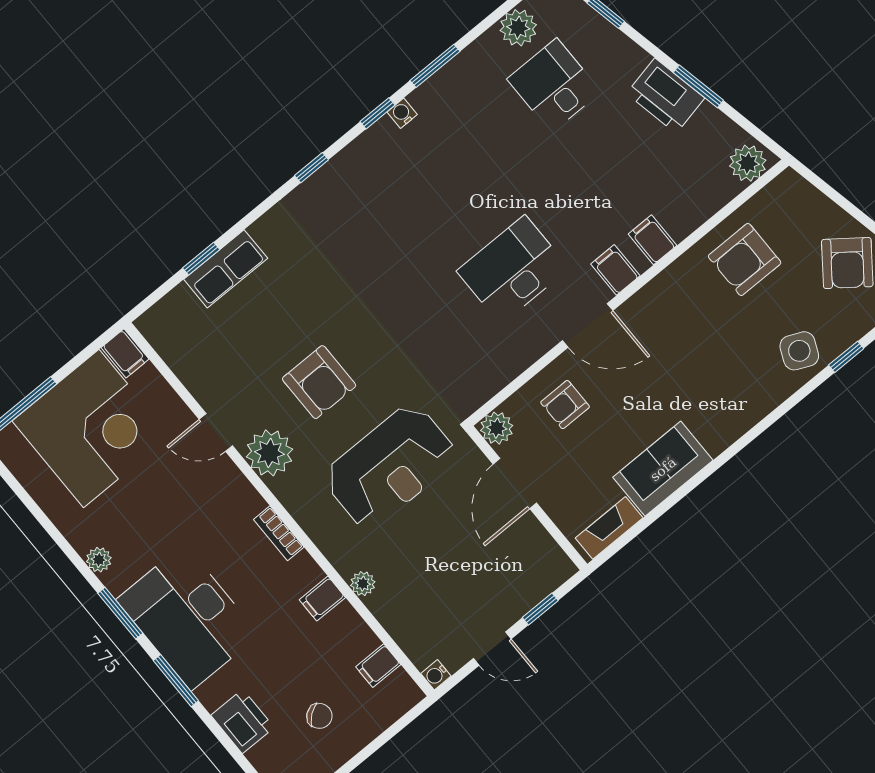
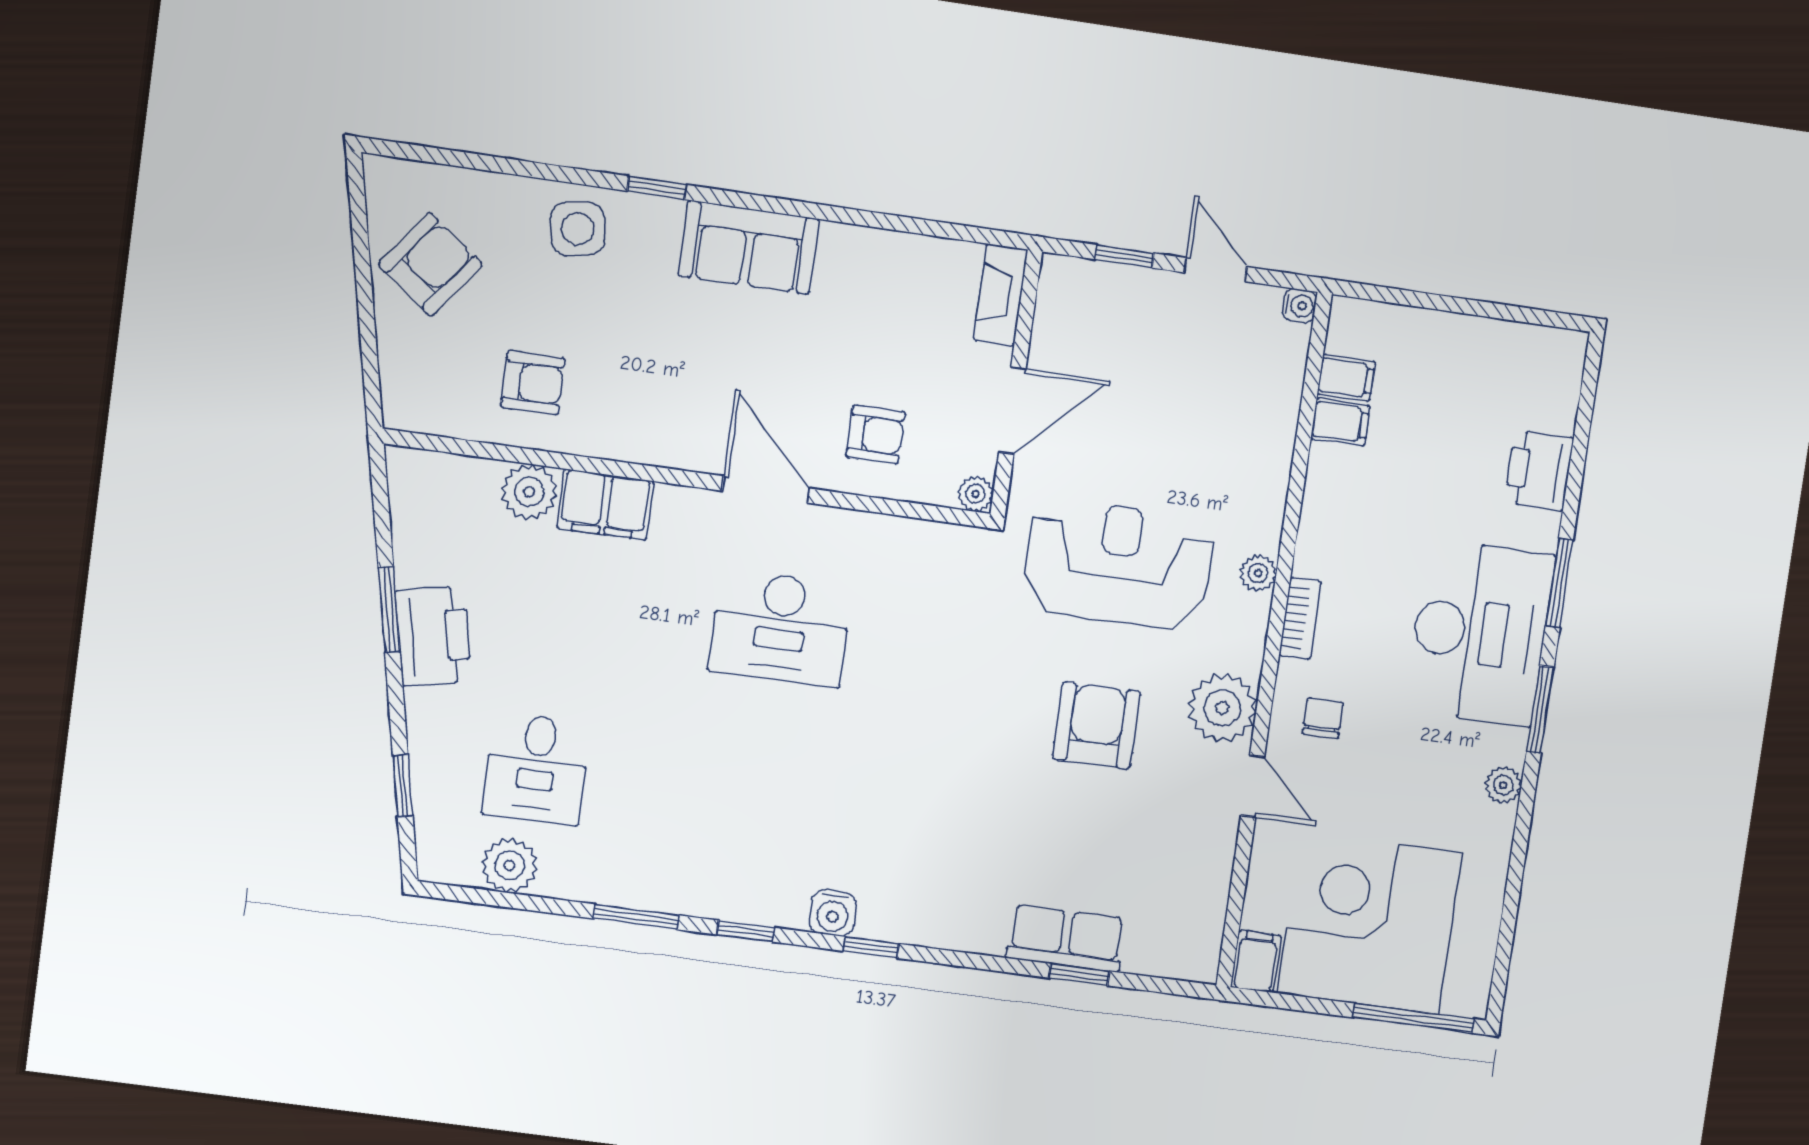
water cooler: (402, 113) -> (833, 913), moved, width x1.38, depth x1.38
plant: (748, 163) -> (529, 492), moved
filing cabinet: (653, 240) -> (605, 505), width x2.00
armchair: (745, 259) -> (533, 383), width x0.72, depth x0.72
filing cabinet: (615, 270) -> (677, 515), removed
side table: (799, 351) -> (577, 229), turned -33
window: (846, 357) -> (657, 188), moved
plant: (497, 428) -> (976, 494), width x0.73, depth x0.73
sofa: (663, 469) -> (749, 247), moved
fireplace: (609, 528) -> (1001, 295), moved, turned 90
plant: (363, 584) -> (1258, 573), moved
filing cabinet: (322, 599) -> (1340, 422), moved
chair: (319, 716) -> (1323, 718), moved, turned 38

